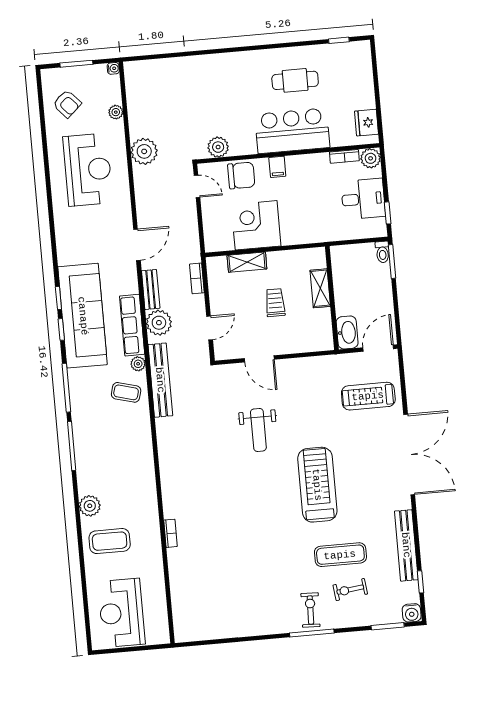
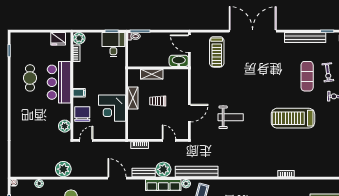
desk: (363, 199) -> (113, 45), moved
shelving: (247, 262) -> (133, 98), moved
treadmill: (317, 485) -> (293, 118), moved

